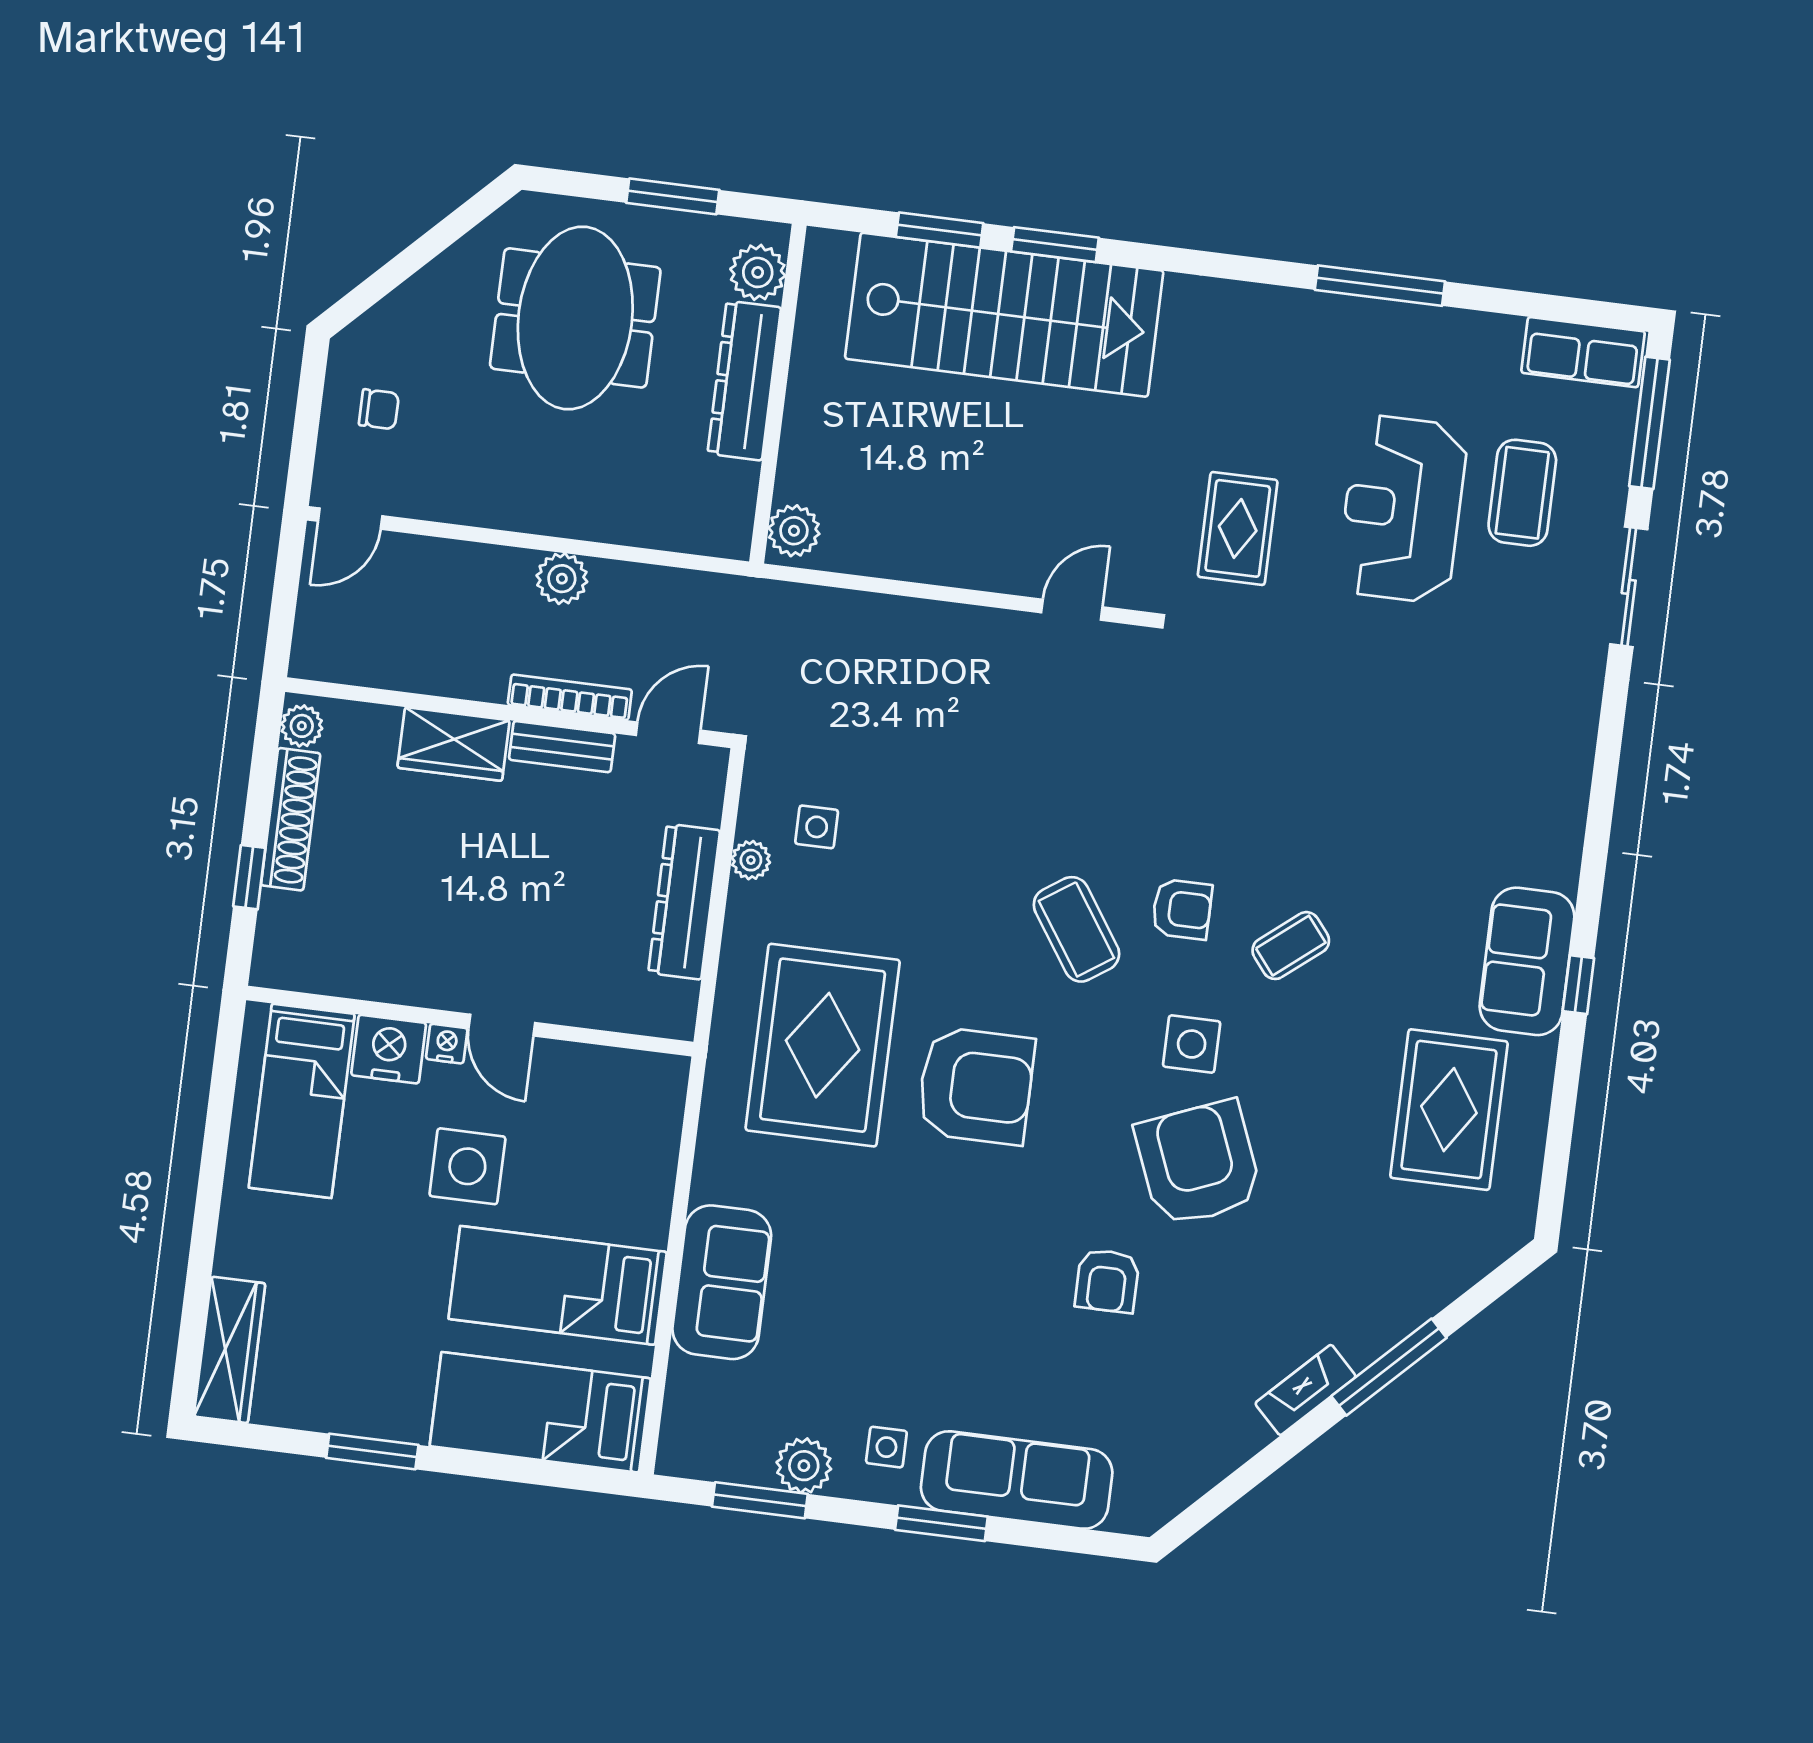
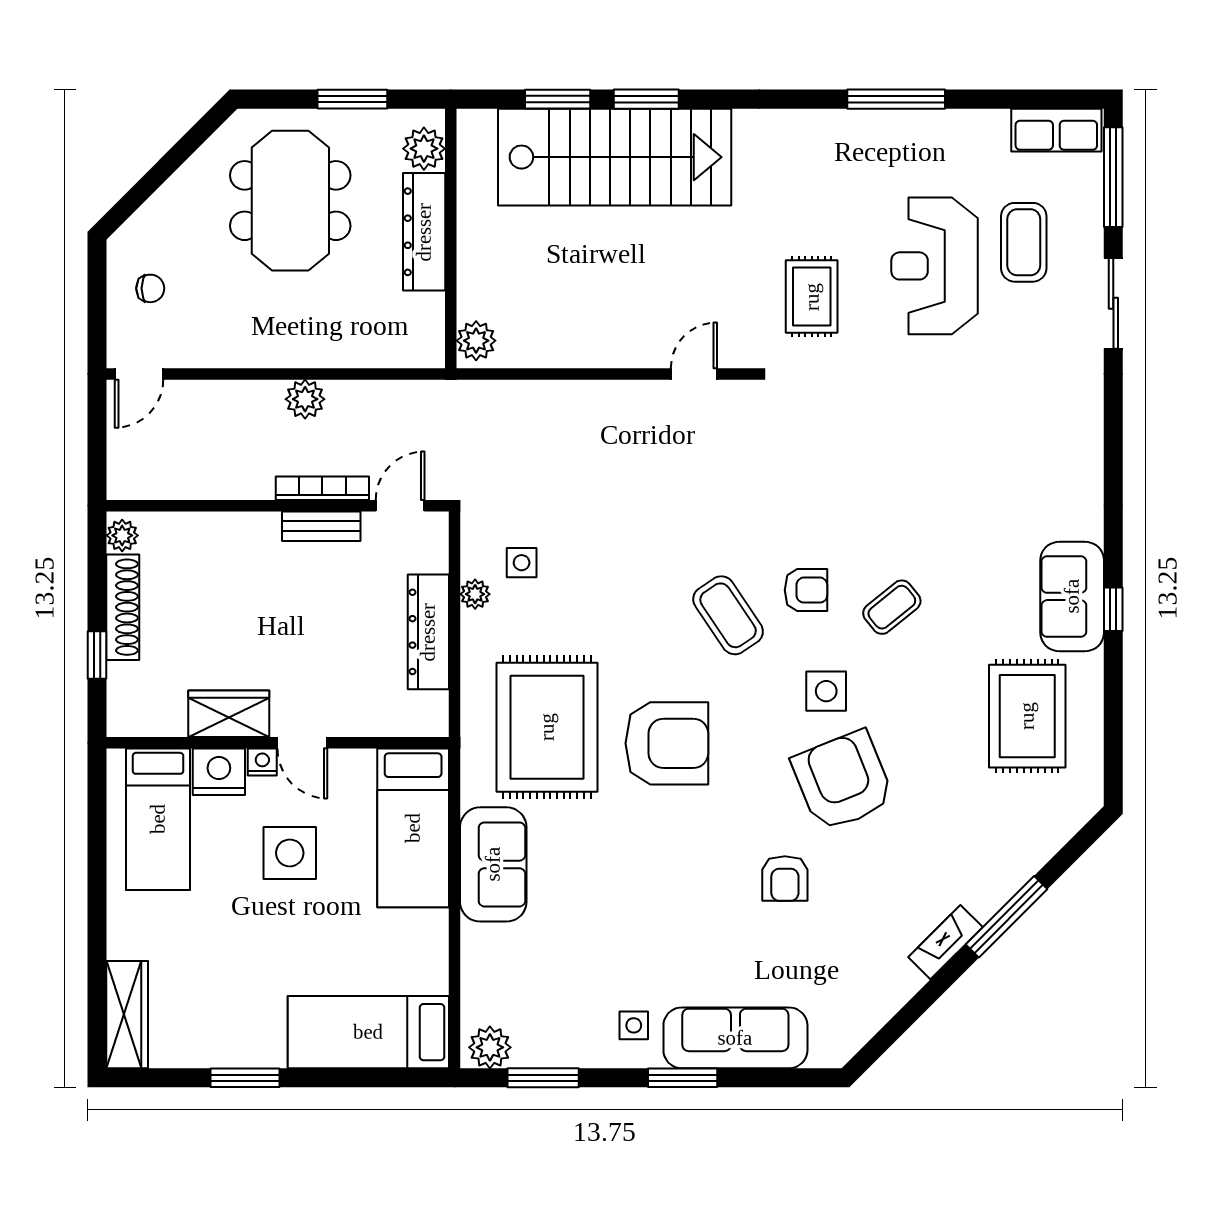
wardrobe: (454, 744) -> (229, 714), moved, turned 180
sofa: (722, 1282) -> (493, 864), moved
bed: (558, 1285) -> (413, 828), moved, turned -90
plant: (804, 1466) -> (490, 1047), moved

